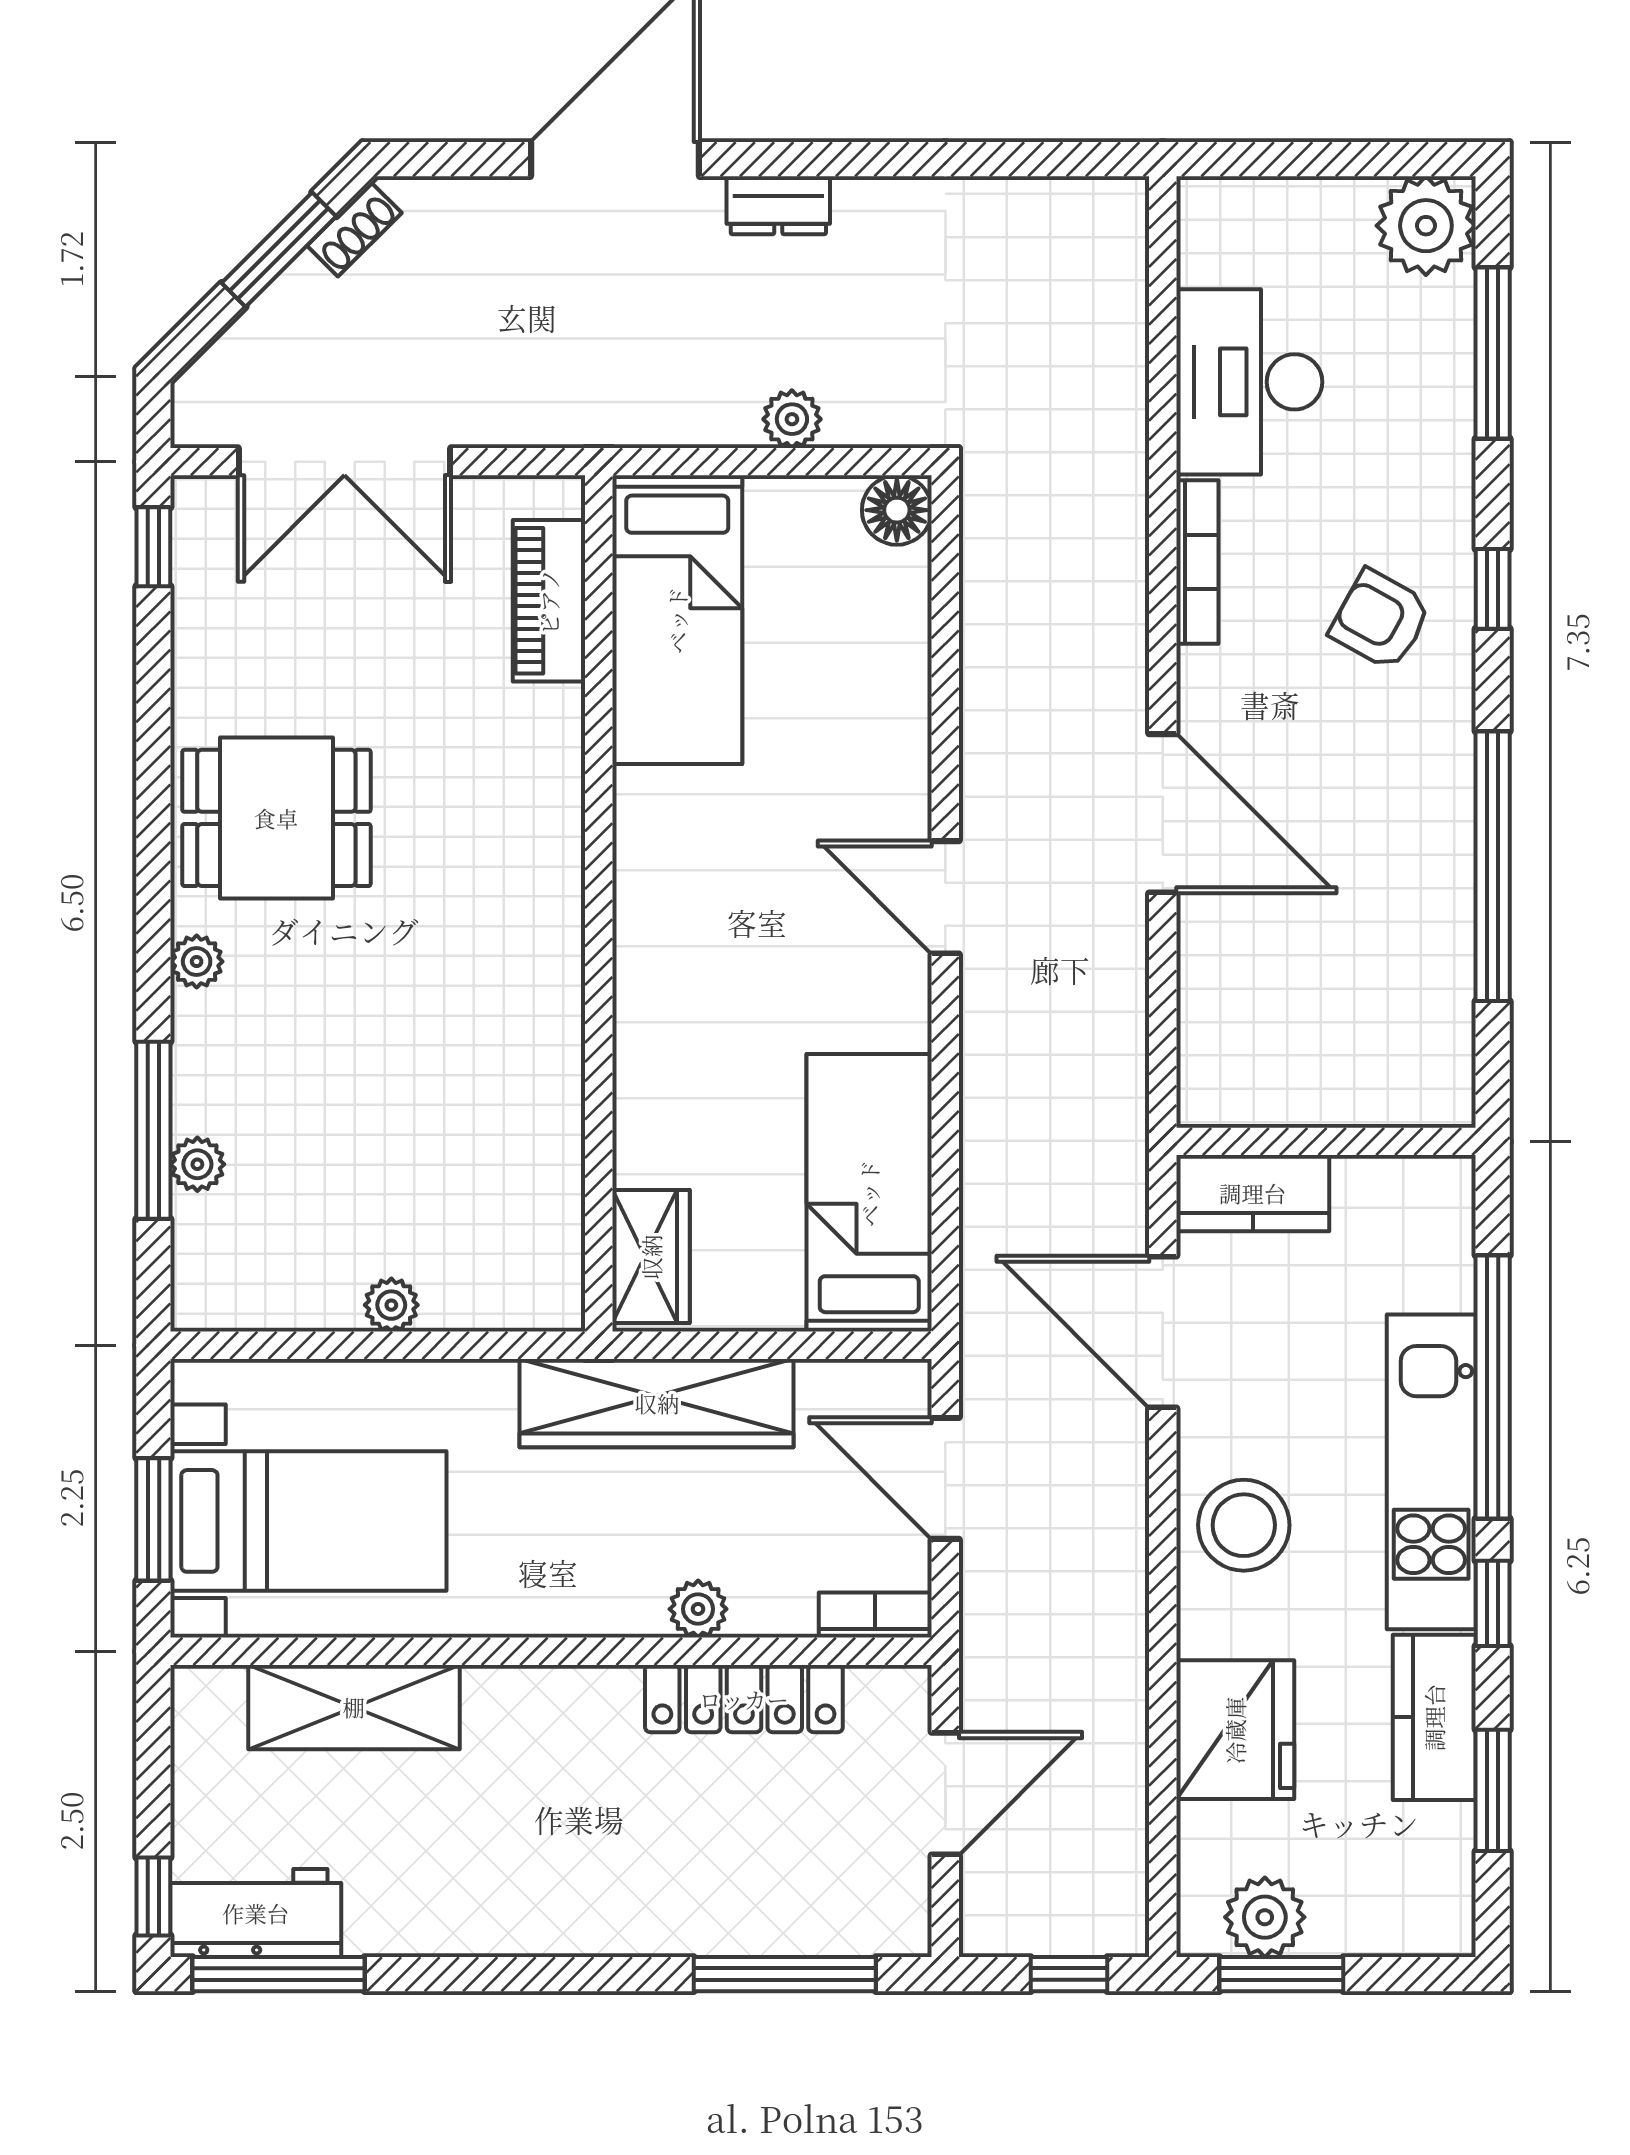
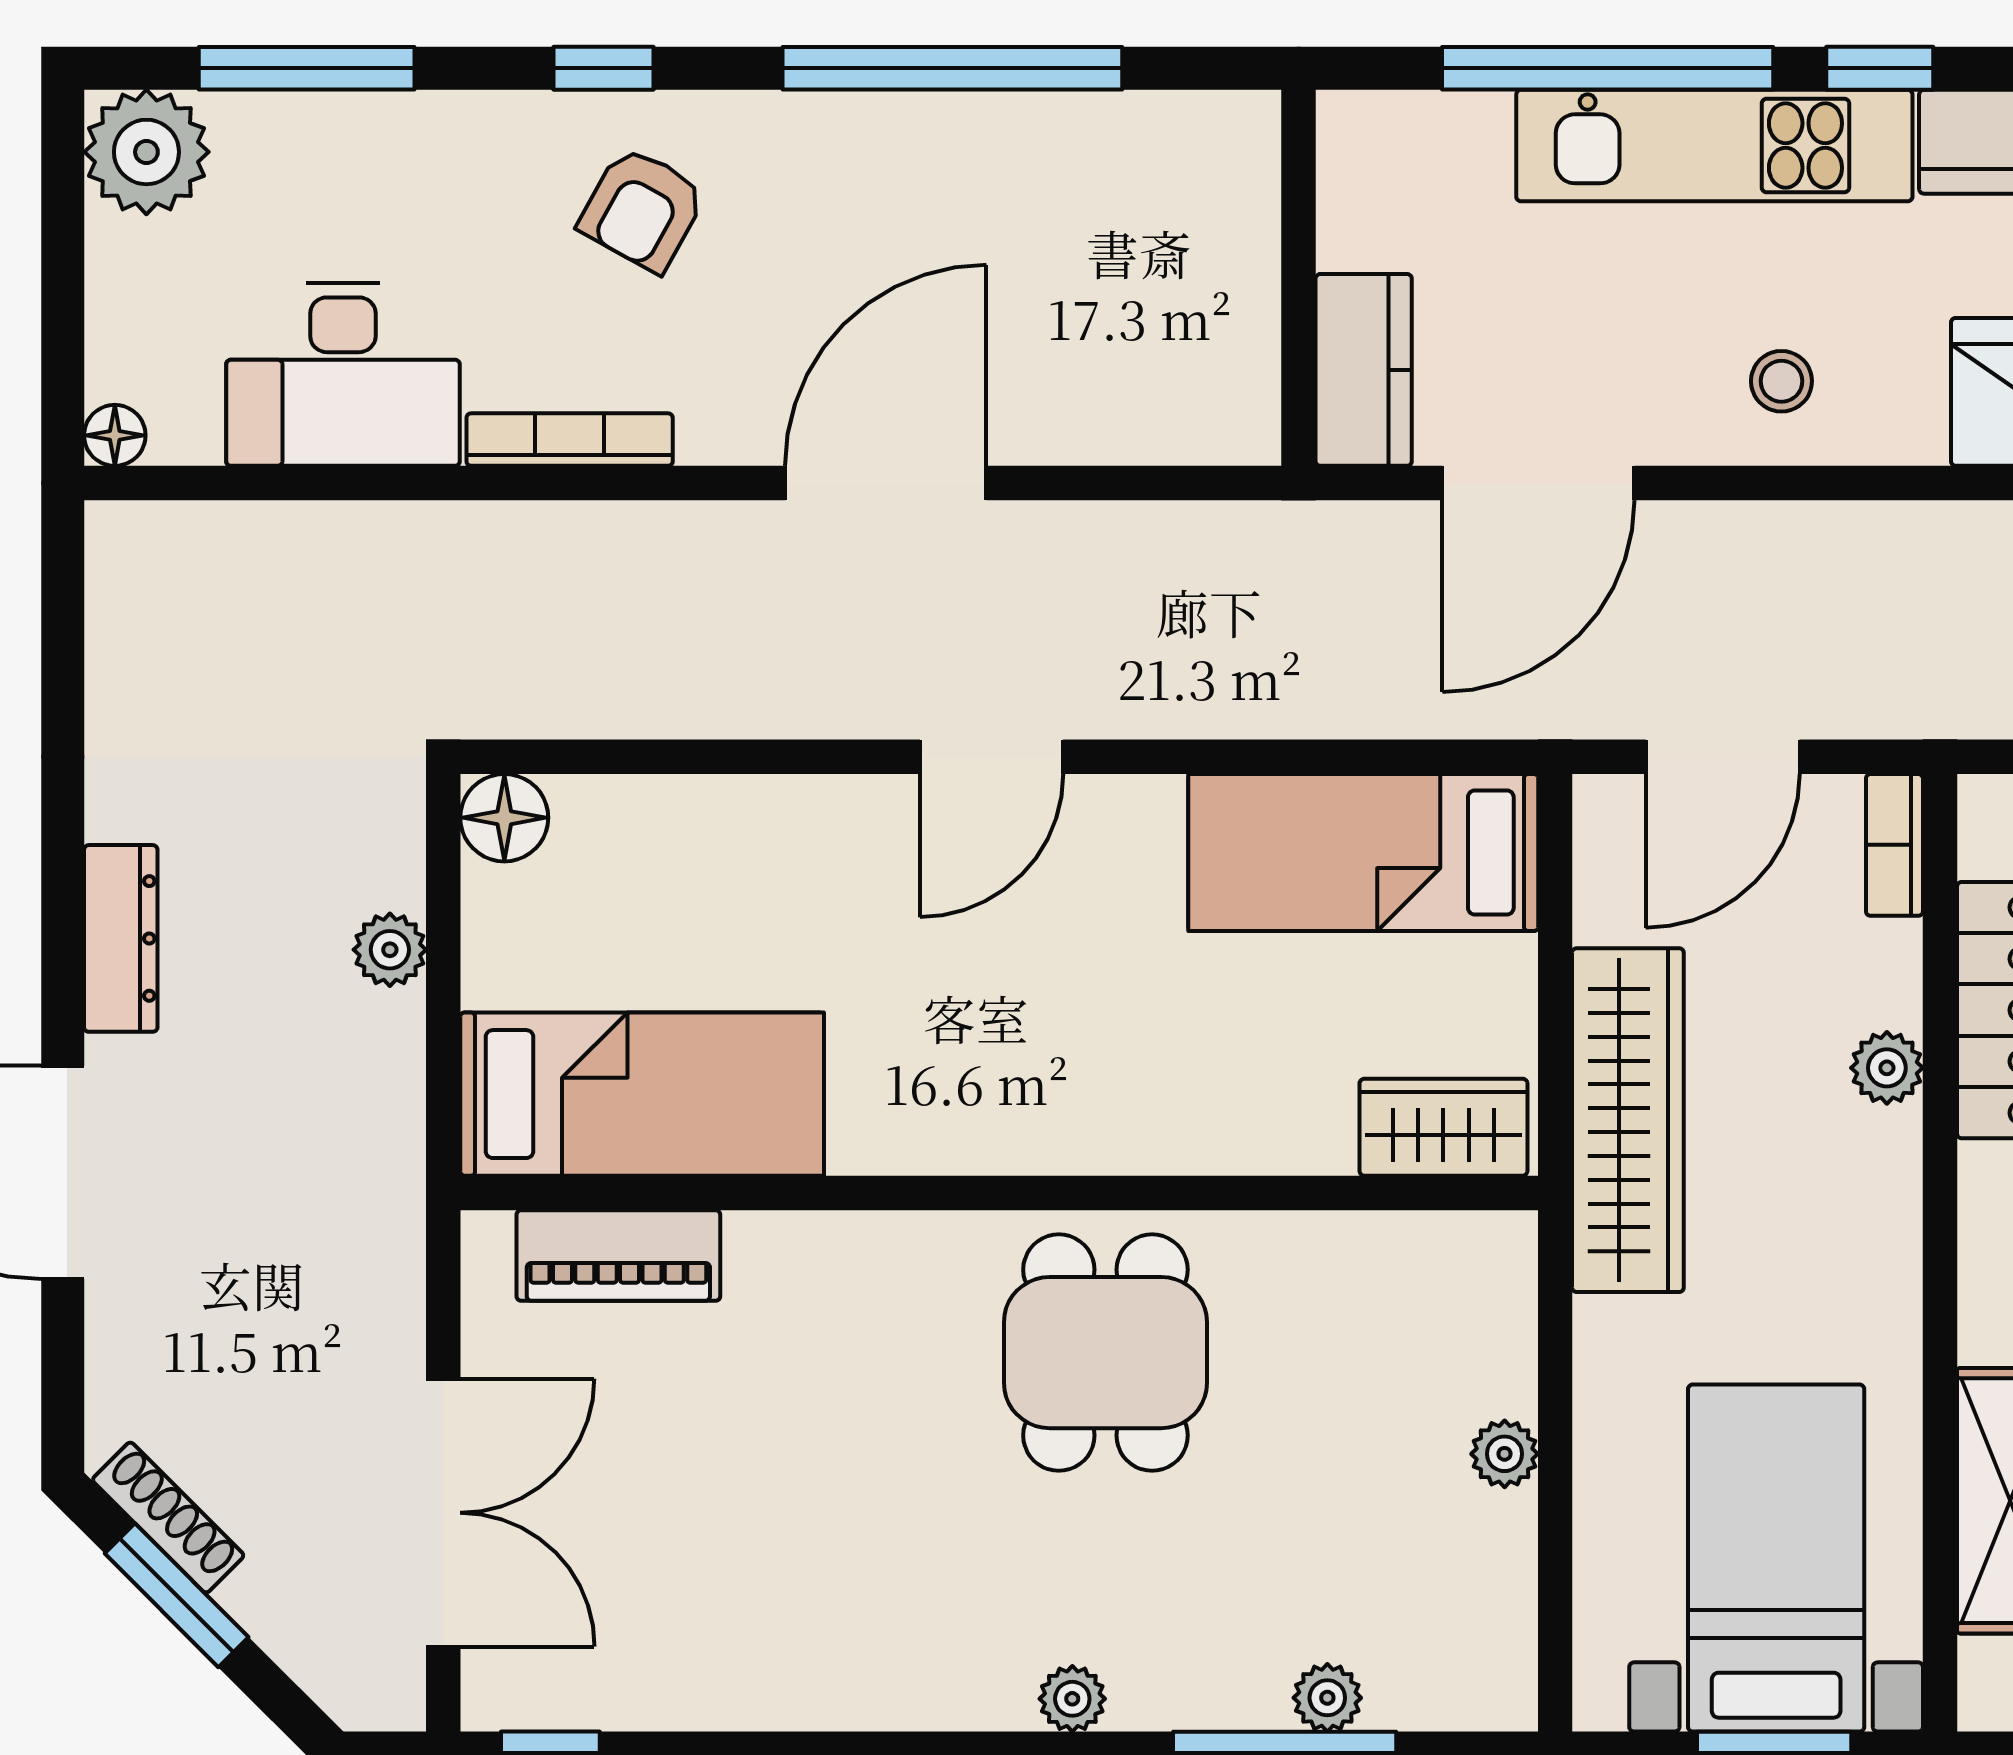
floor lamp: (1201, 200) -> (115, 435), added
dresser: (778, 205) -> (121, 938), width x1.44
shoe rack: (354, 229) -> (168, 1518), width x1.43
dining table: (276, 818) -> (1105, 1353), moved
stool: (1244, 1525) -> (1781, 381), width x0.53, depth x0.53

